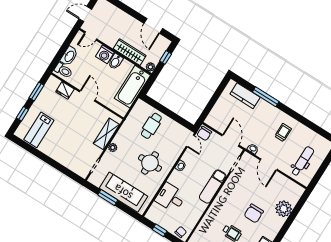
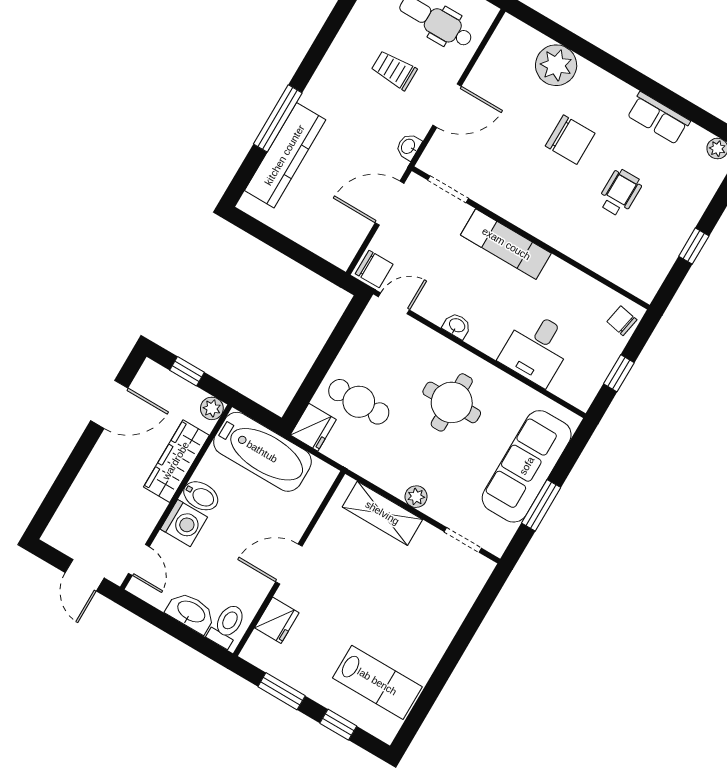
kitchen counter: (245, 96) -> (285, 155), width x1.50
fridge: (142, 107) -> (313, 427), added
trolley: (283, 133) -> (394, 70), moved

